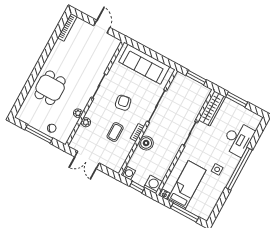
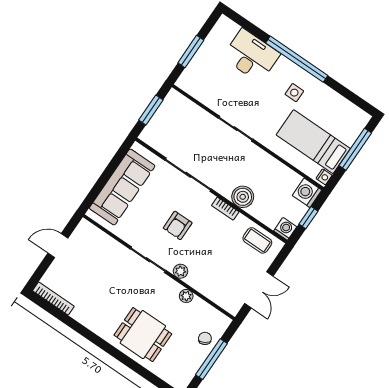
armchair: (123, 103) -> (178, 225), turned -80
wardrobe: (212, 108) -> (201, 91), removed
plant: (86, 122) -> (181, 271), moved
coffee table: (115, 132) -> (257, 240), moved

